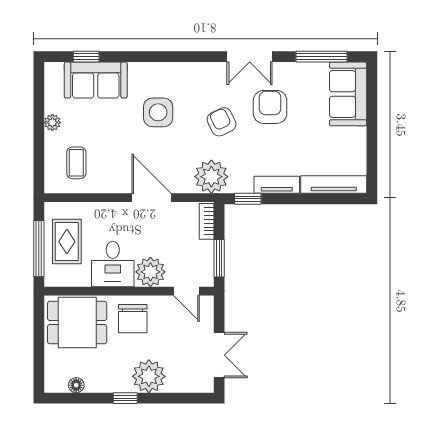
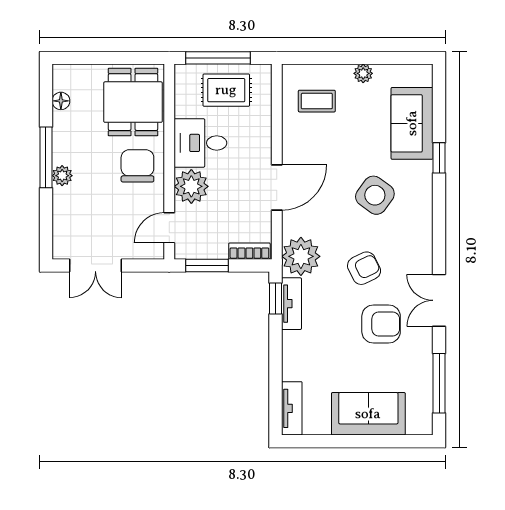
window: (86, 57) -> (439, 158), moved
sofa: (348, 94) -> (368, 414), moved
side table: (158, 112) -> (375, 195), turned 36
tv unit: (277, 185) -> (291, 304), moved
tv unit: (334, 185) -> (292, 408), width x0.71
chair: (133, 319) -> (137, 166), turned 90
plant: (149, 376) -> (62, 176), width x0.53, depth x0.53
window: (125, 398) -> (46, 157), width x2.17

